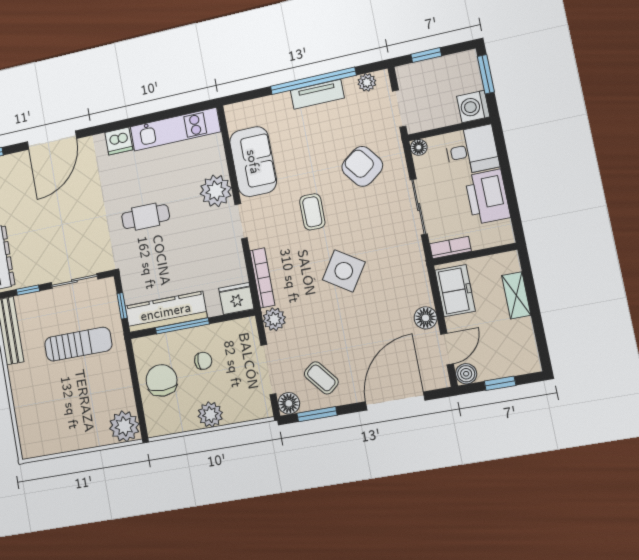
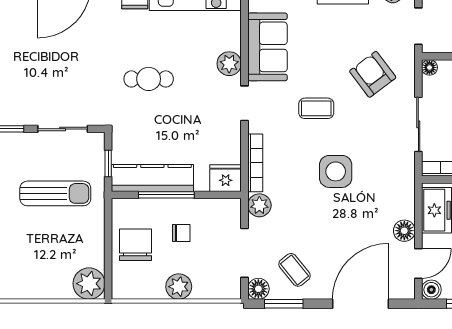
plant: (216, 191) -> (229, 64), width x0.73, depth x0.73
coffee table: (312, 212) -> (316, 108), turned 90
side table: (344, 271) -> (336, 171), turned -33

